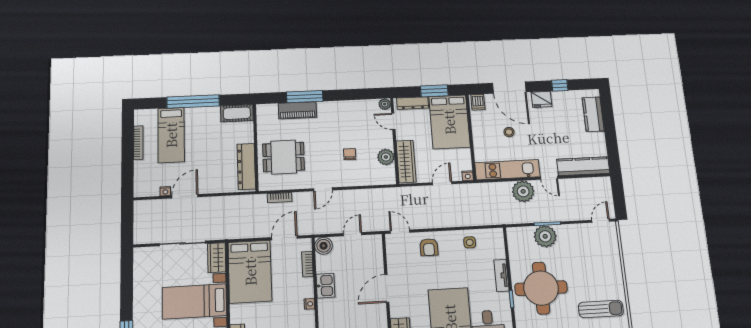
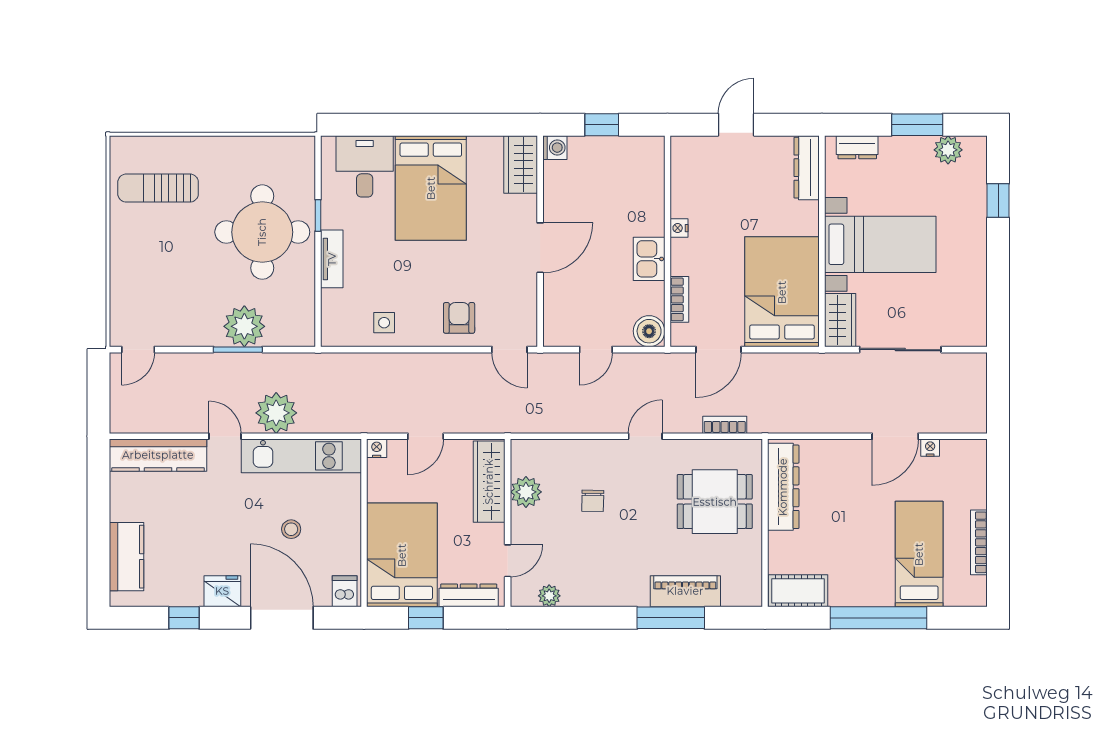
window: (434, 91) -> (426, 618), width x0.67
plant: (385, 104) -> (549, 596), moved
door: (393, 121) -> (508, 561), hinge flipped

